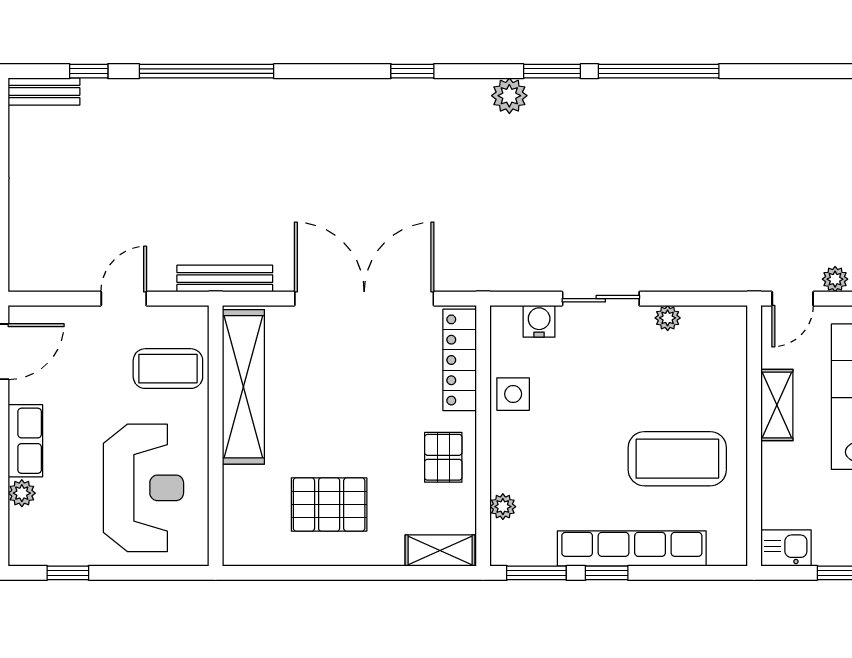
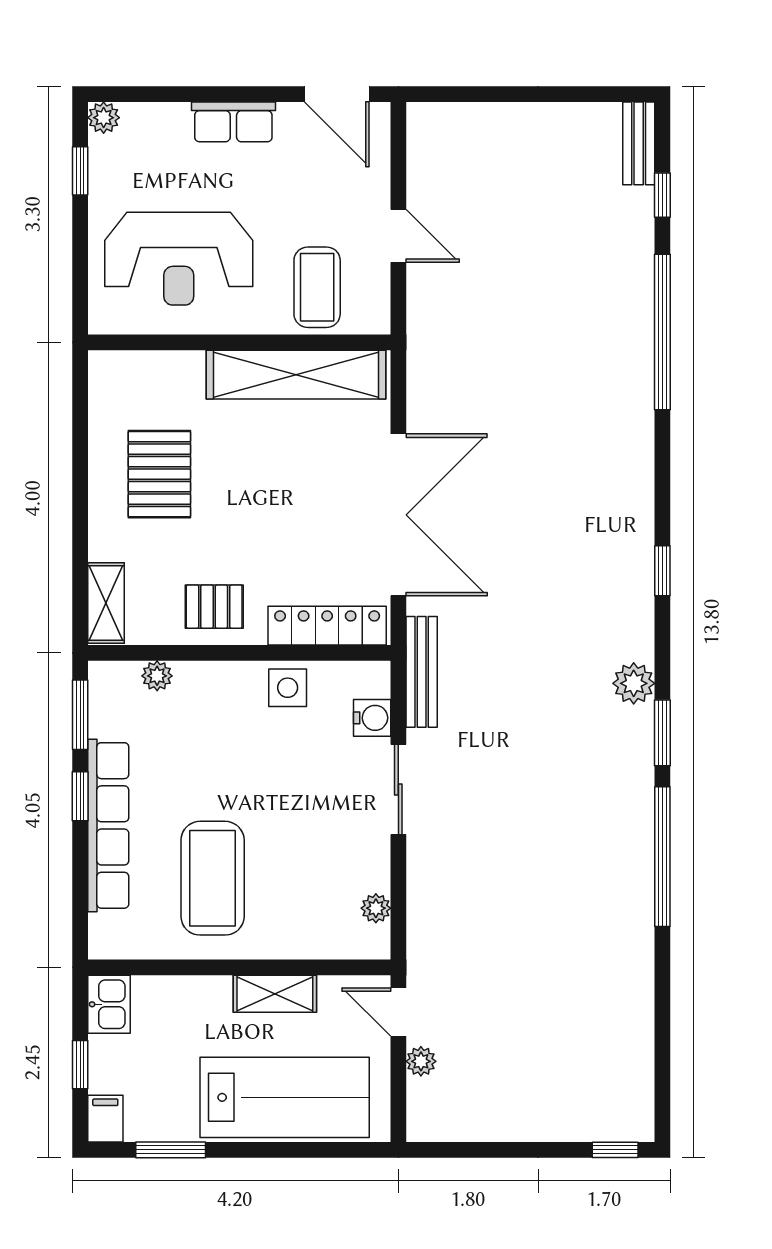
bench: (225, 279) -> (422, 672), moved
plant: (668, 318) -> (376, 908), moved
plant: (22, 493) -> (104, 118), moved

